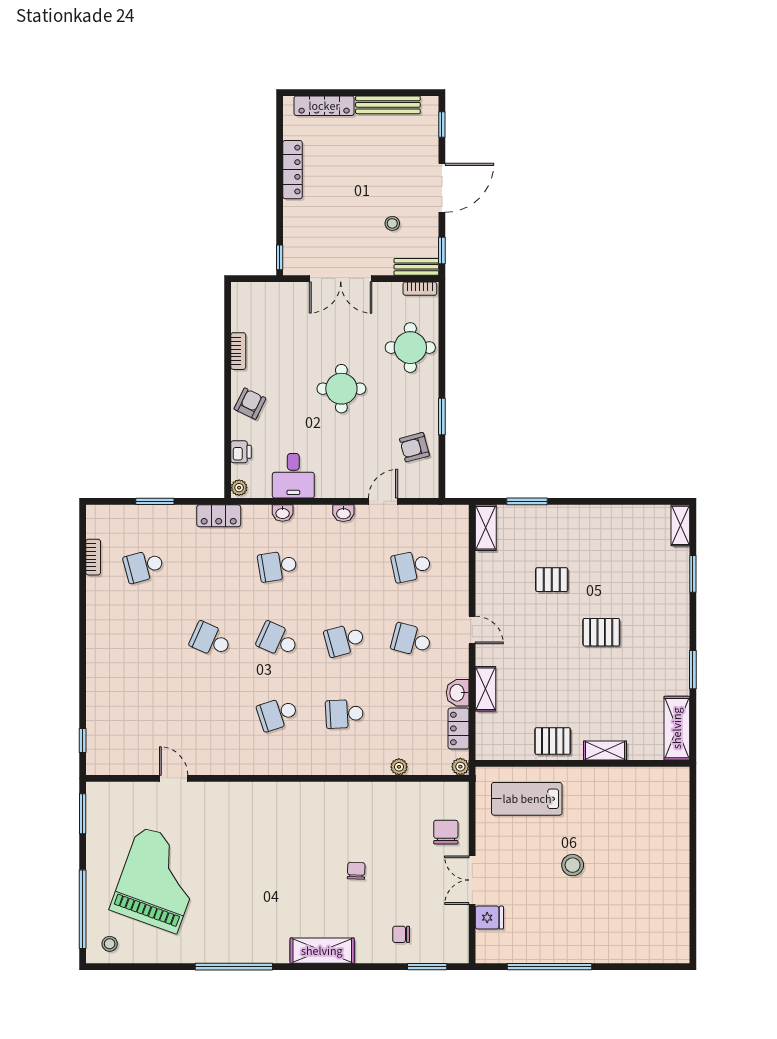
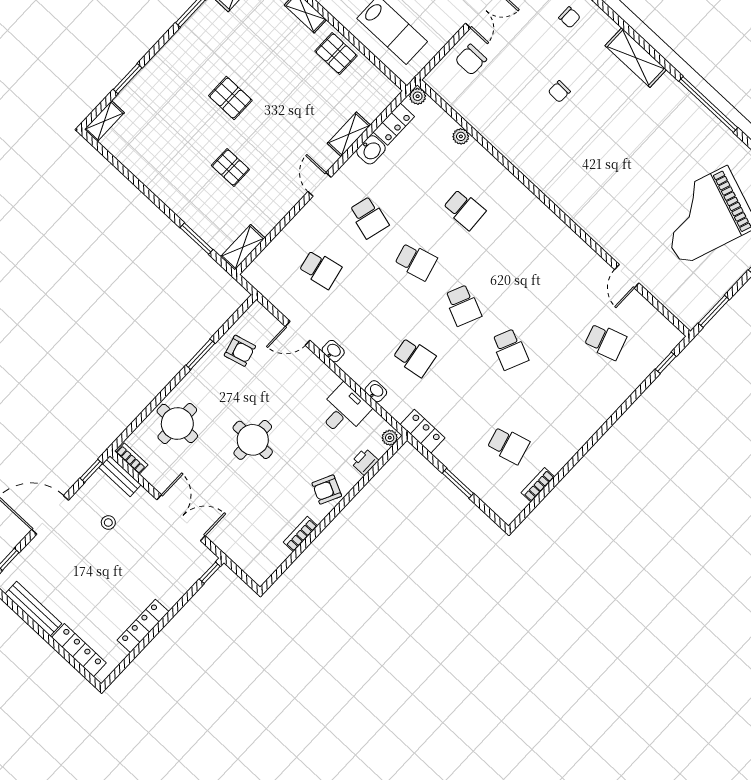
school desk: (277, 714) -> (605, 341), moved

